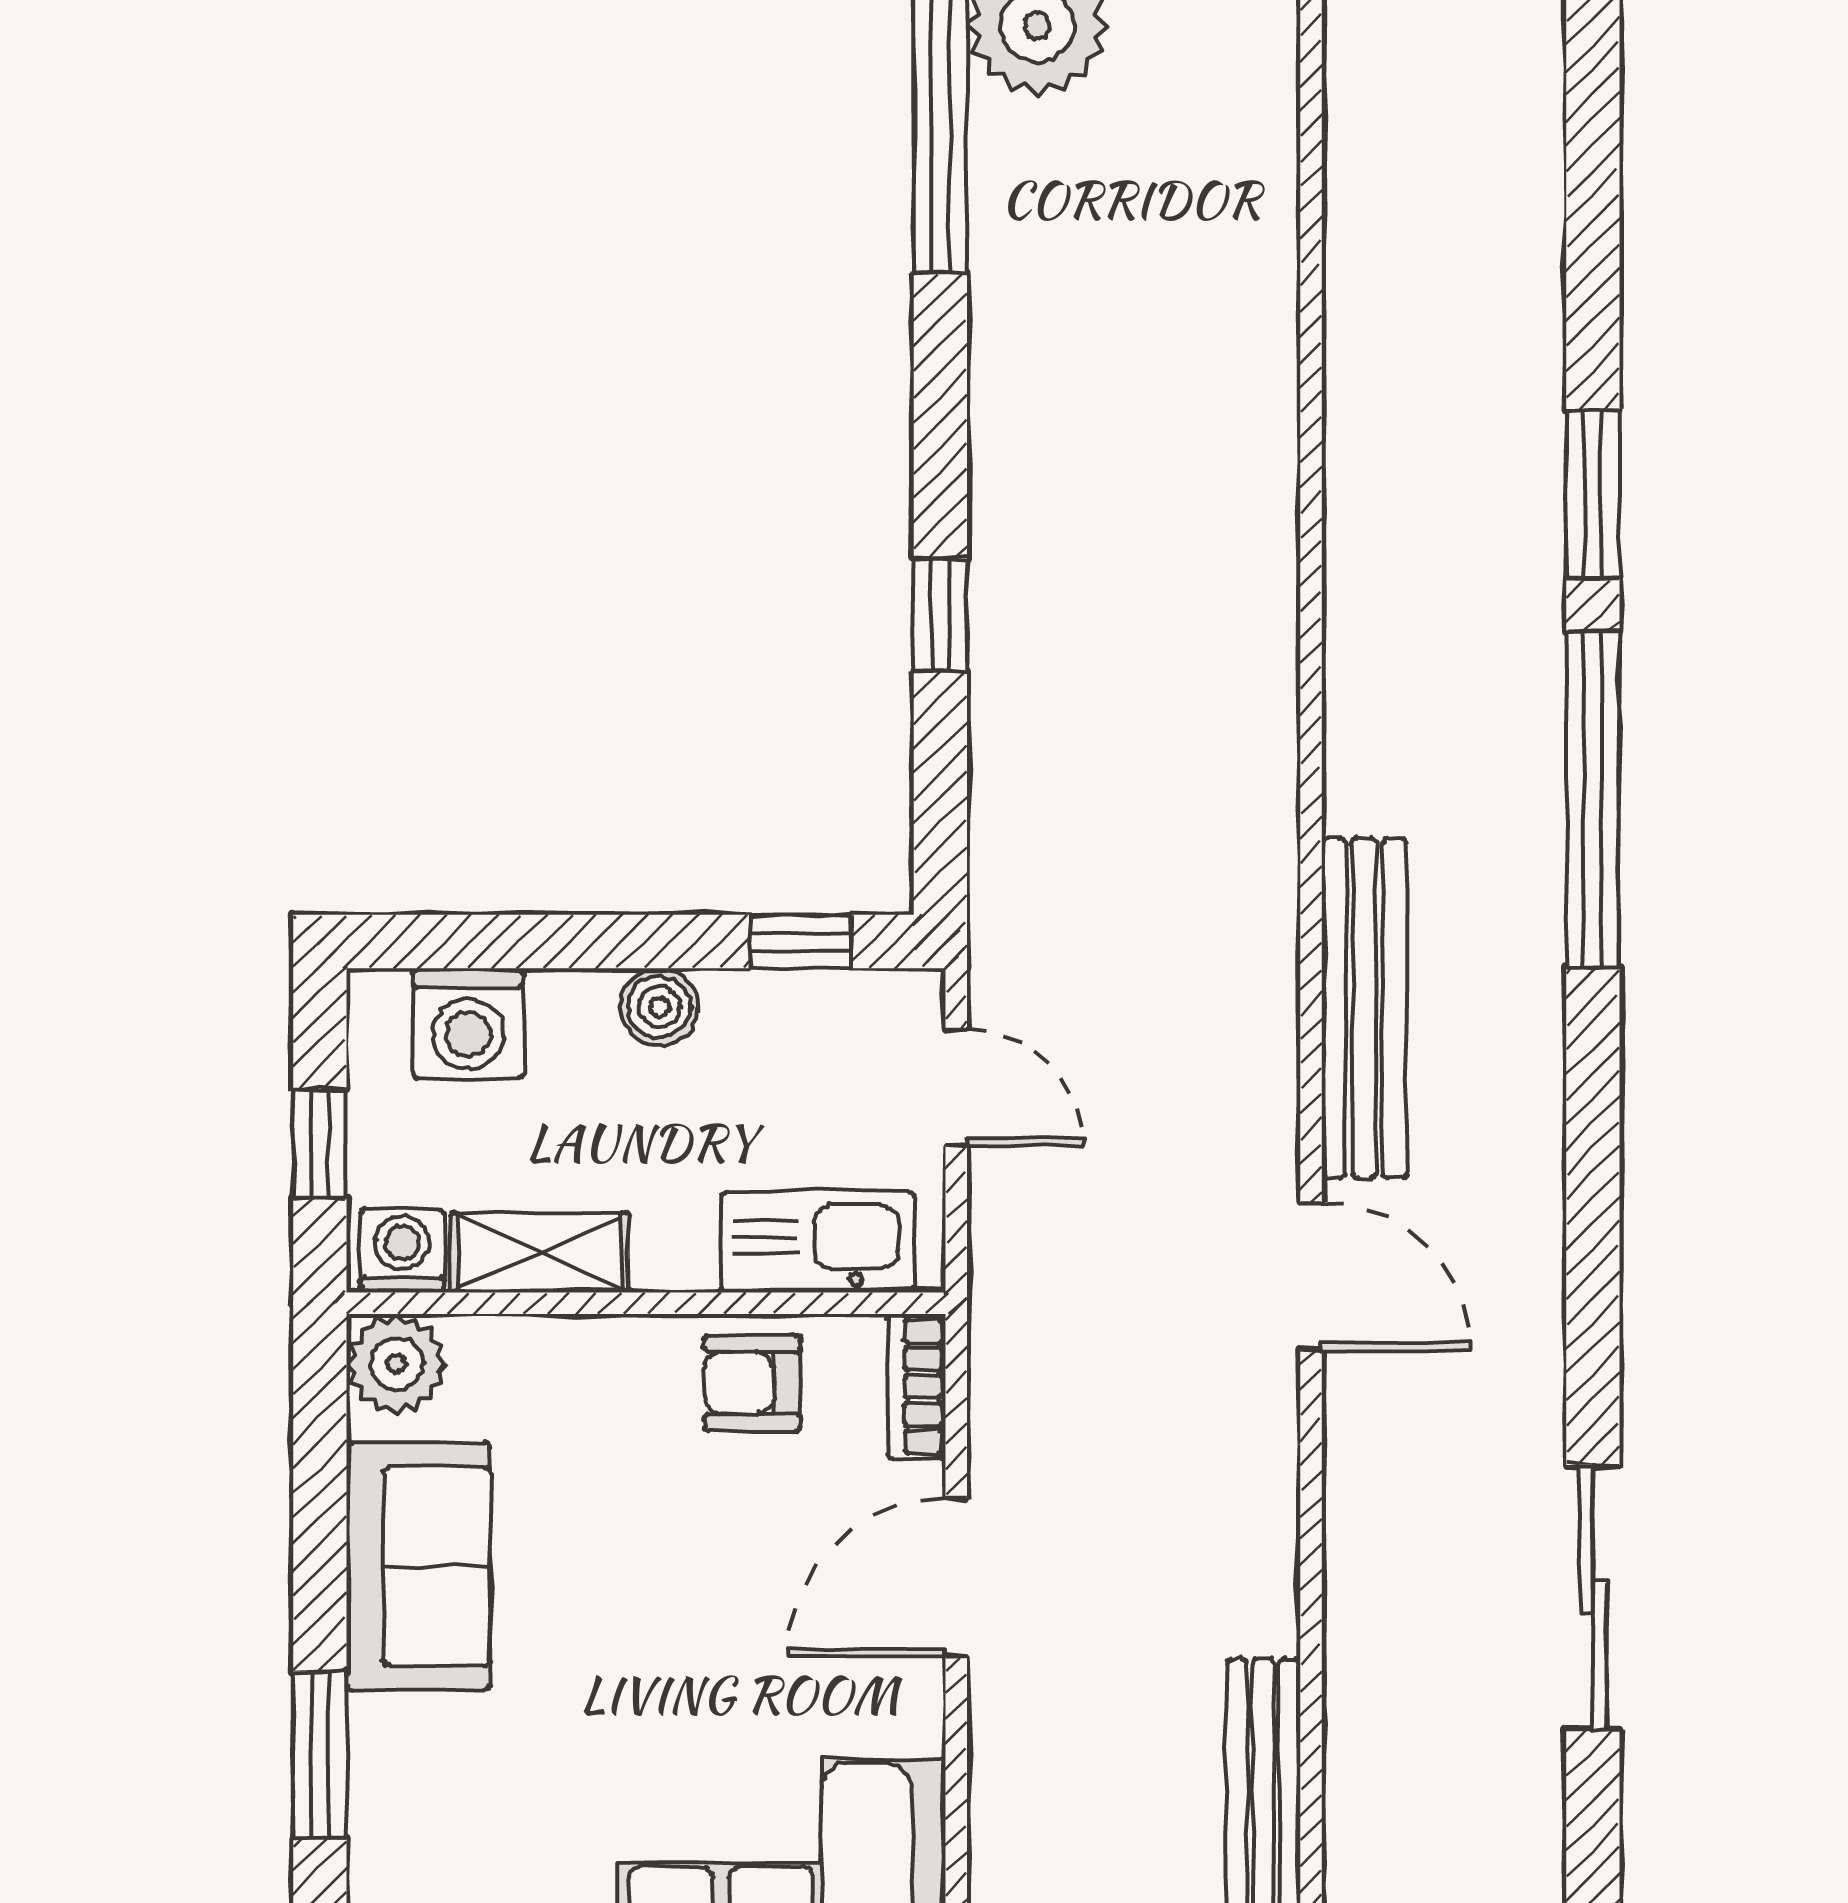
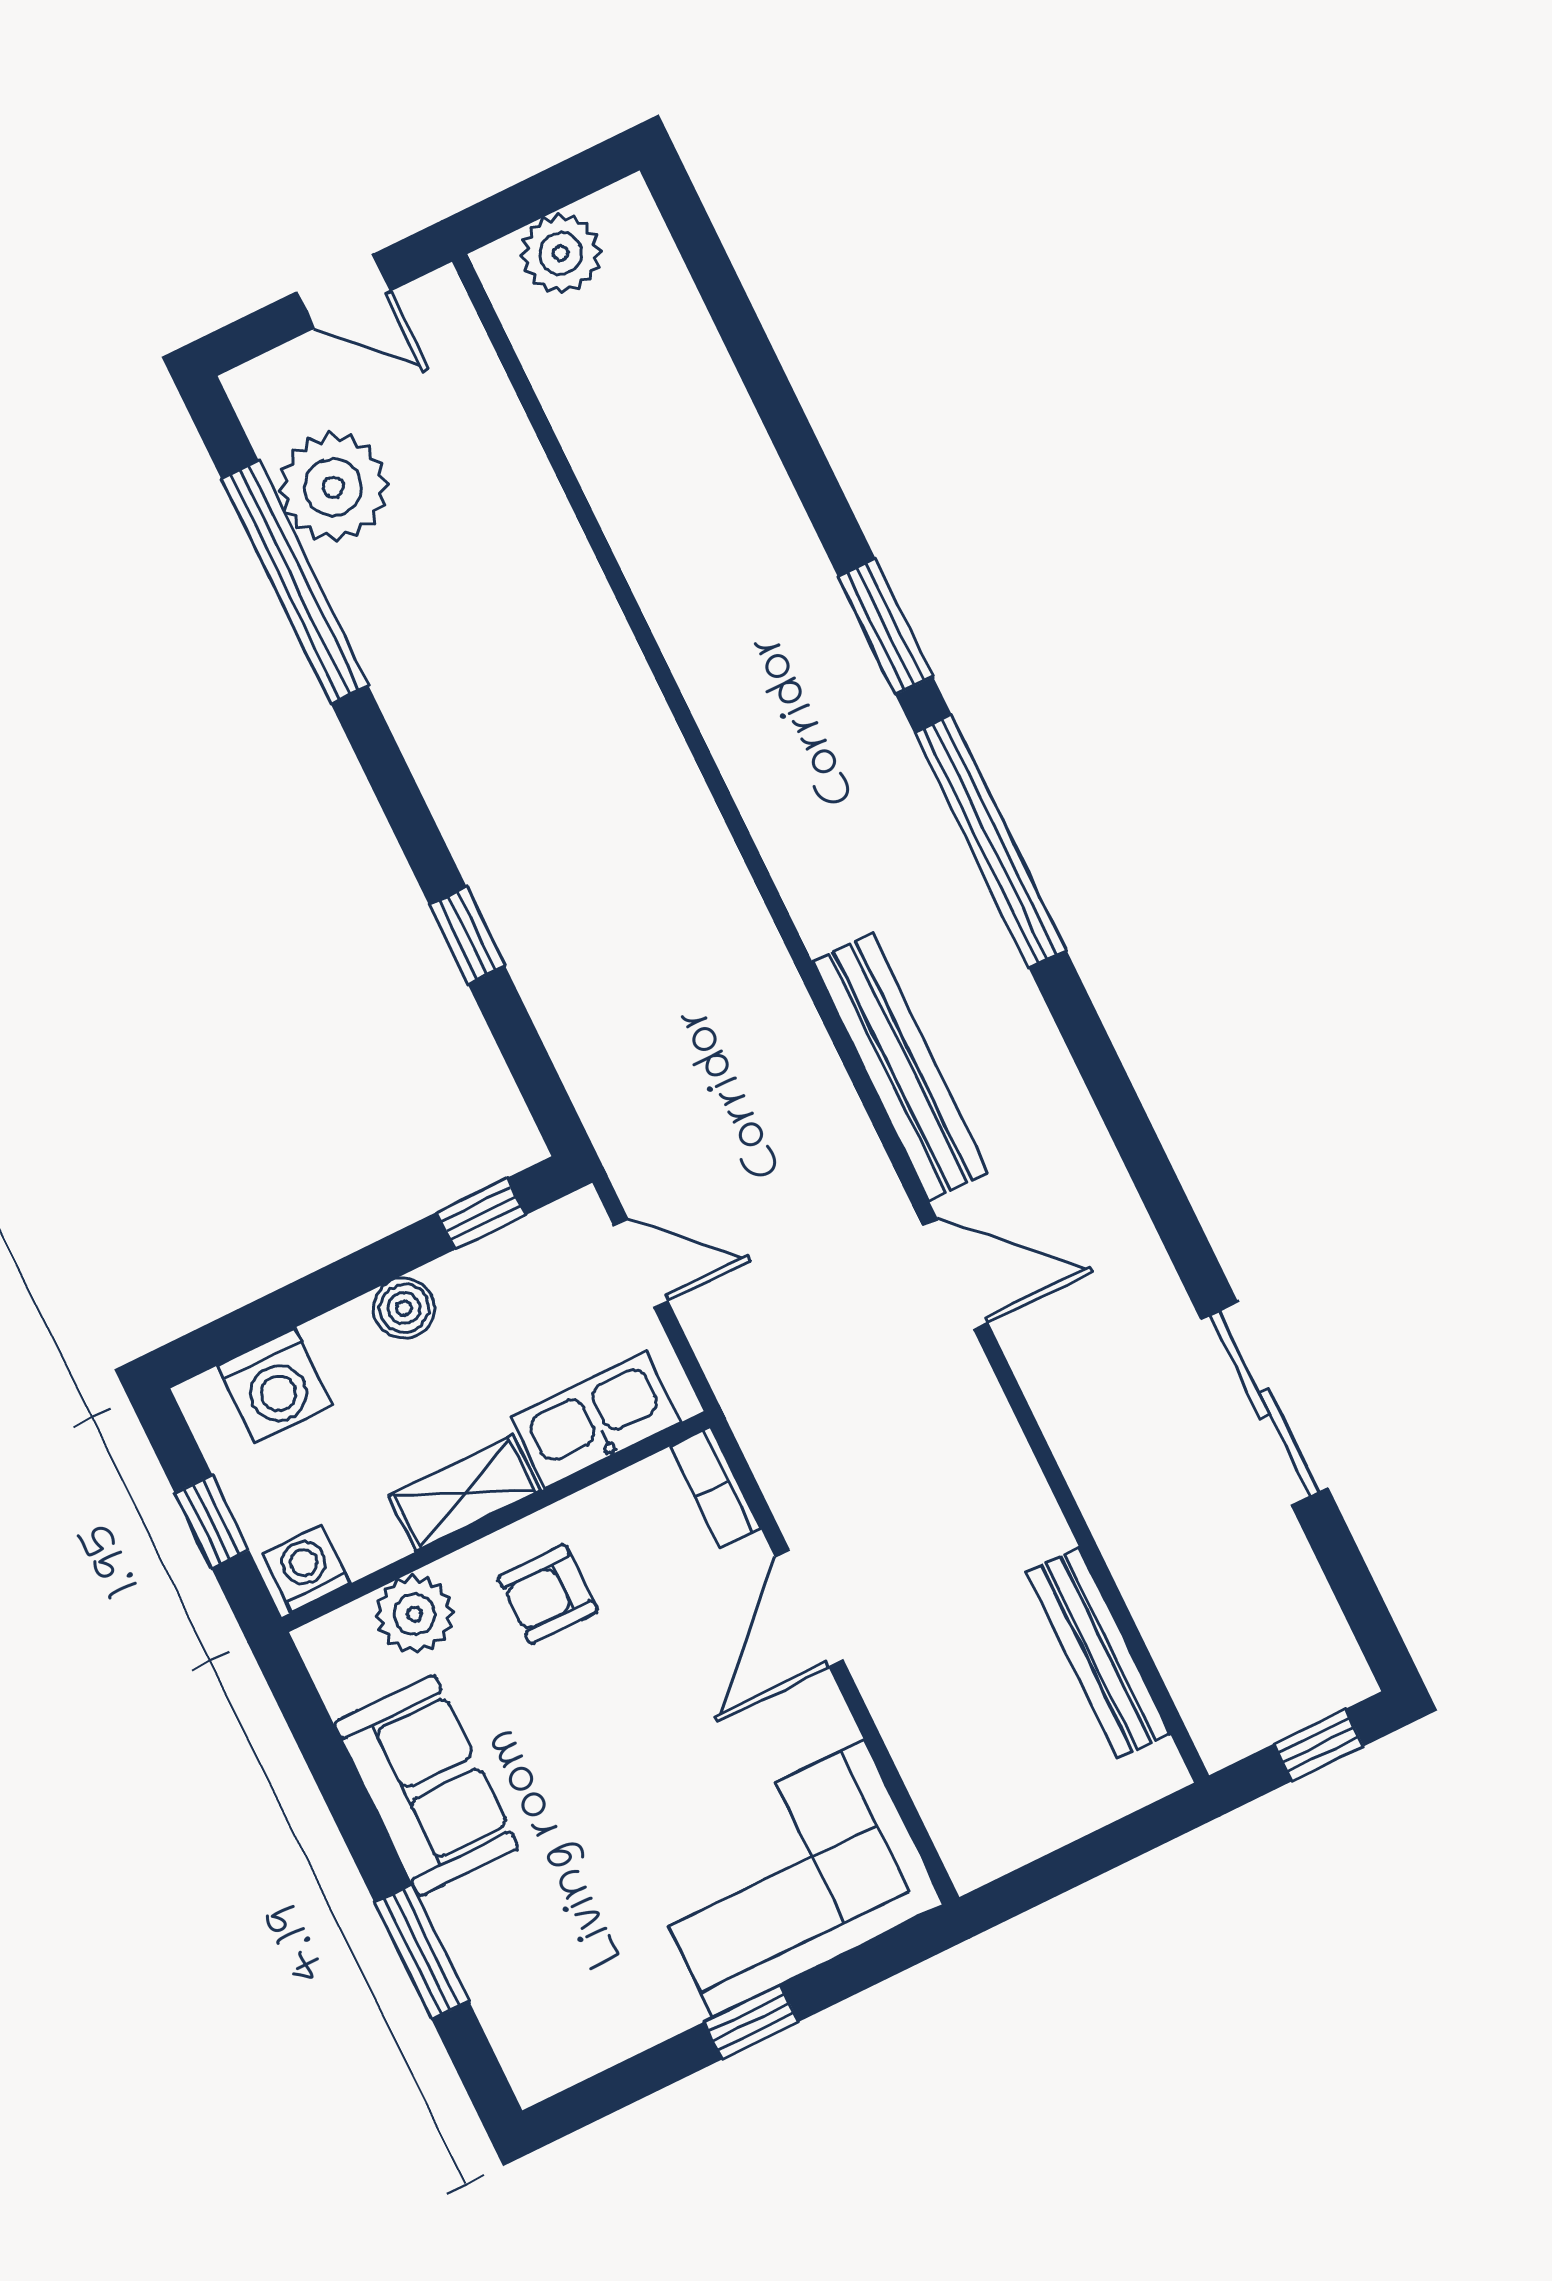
shelving: (540, 1253) -> (465, 1493), moved
plant: (396, 1364) -> (415, 1614), moved
armchair: (752, 1383) -> (548, 1594), moved

